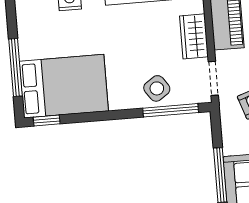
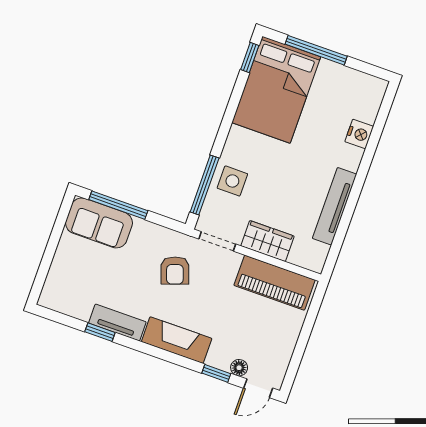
side table: (157, 88) -> (232, 181), turned 35

